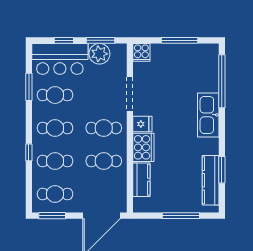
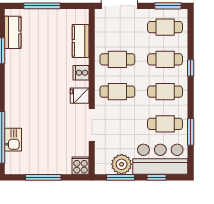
kitchen sink: (208, 115) -> (13, 140), moved, width x0.53, depth x0.81
cooker: (143, 147) -> (81, 73), width x0.53, depth x0.76
kitchen counter: (211, 180) -> (13, 32), width x0.67

